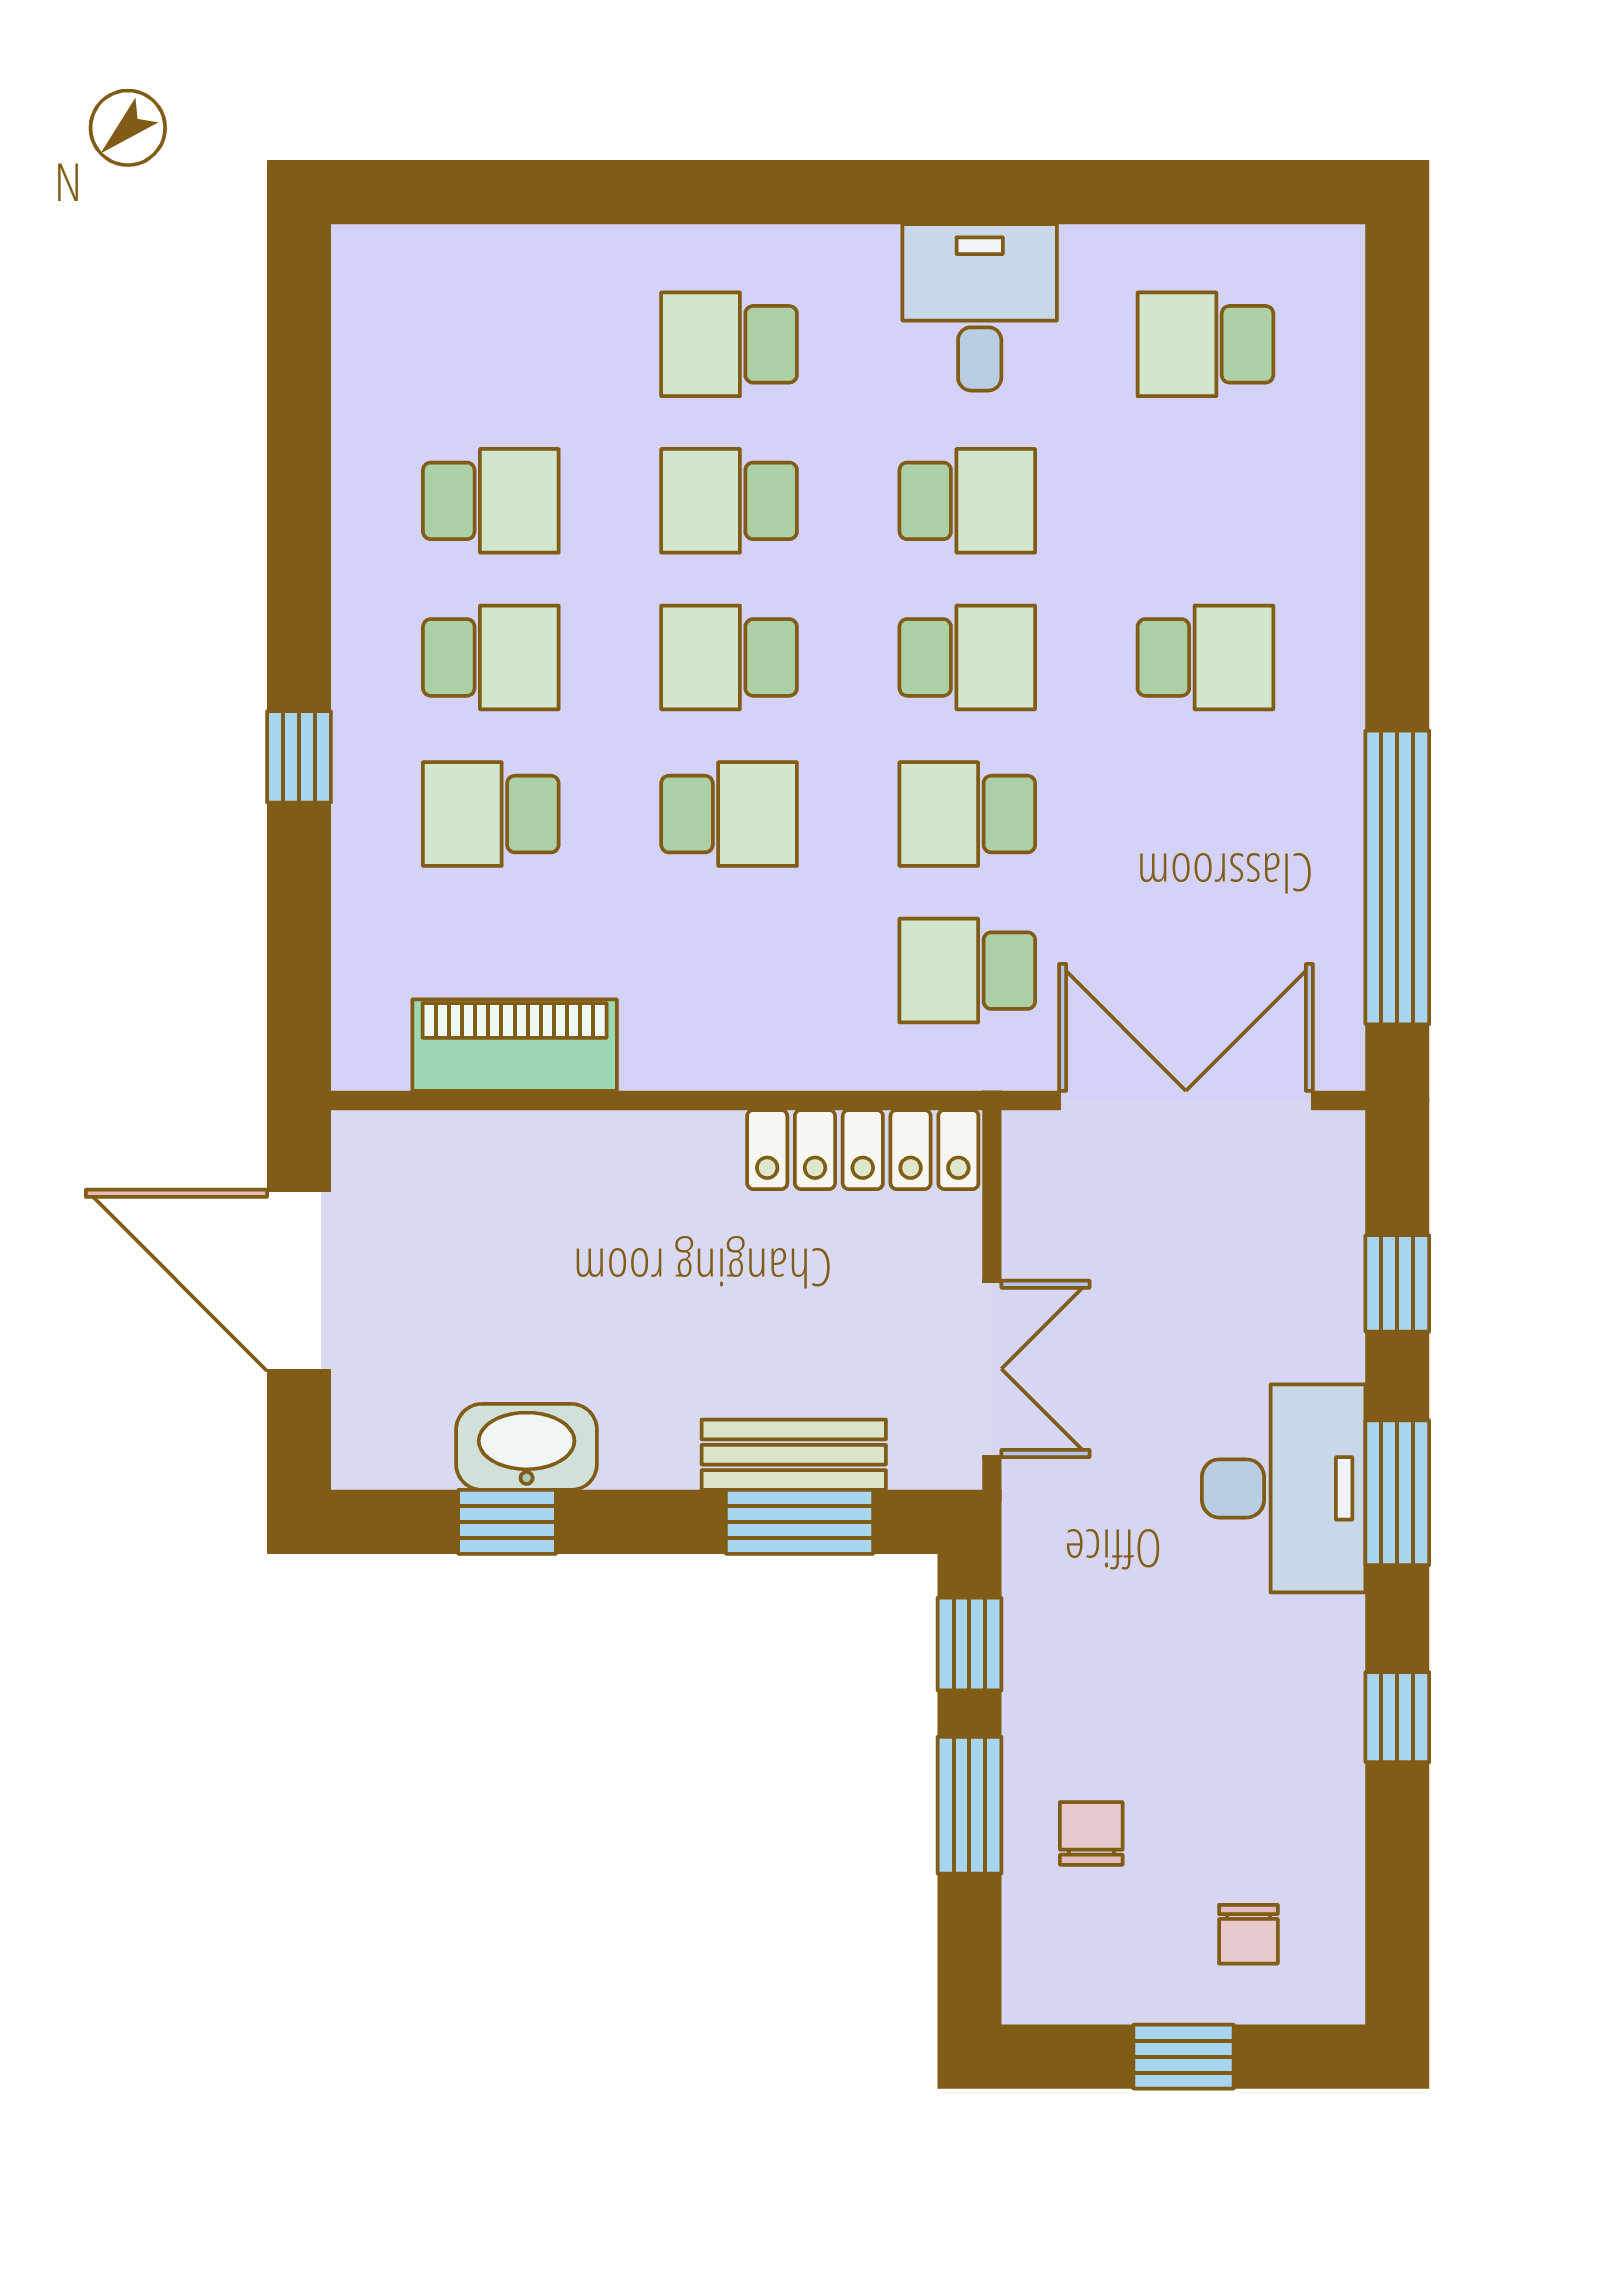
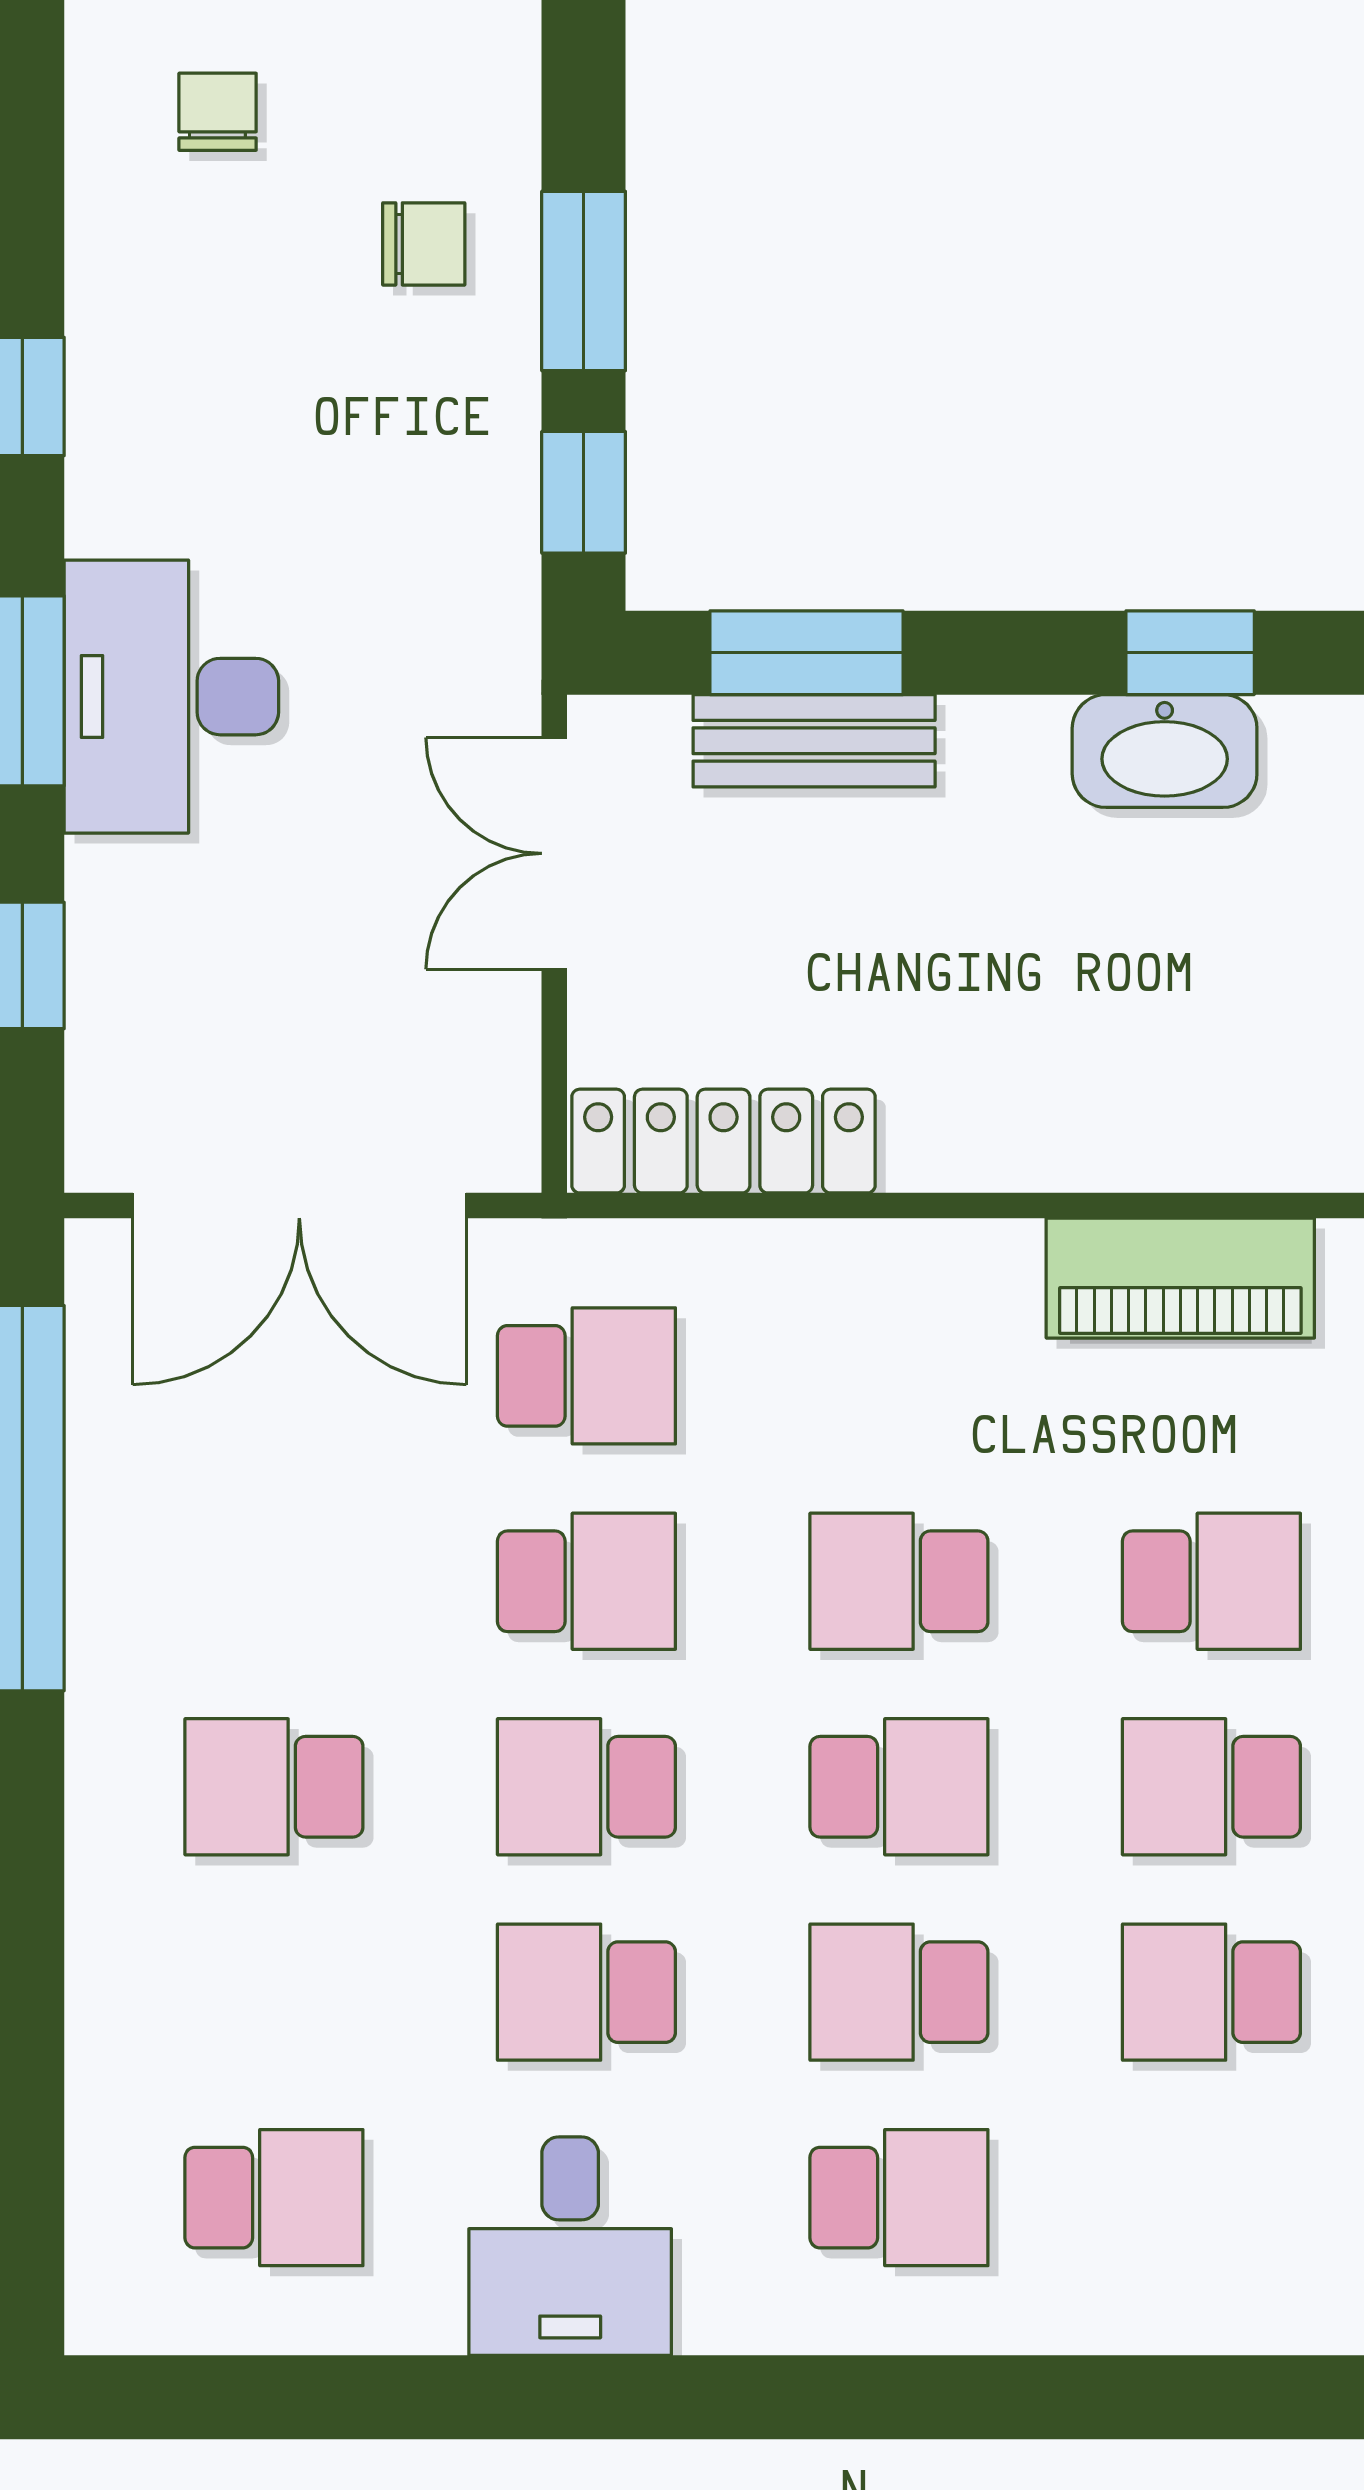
school desk: (729, 501) -> (899, 1992), turned 180
chair: (1091, 1833) -> (424, 244), turned -90

